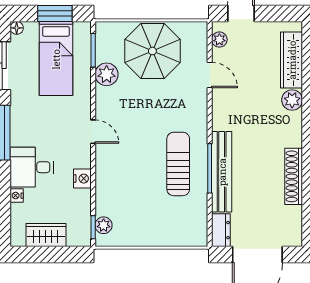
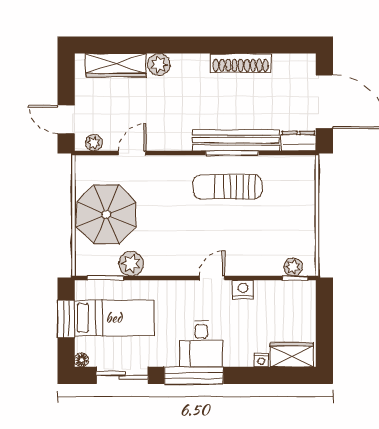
door: (93, 132) -> (212, 278), moved
desk: (32, 167) -> (201, 344), moved
wardrobe: (46, 235) -> (292, 355), moved, turned 90

